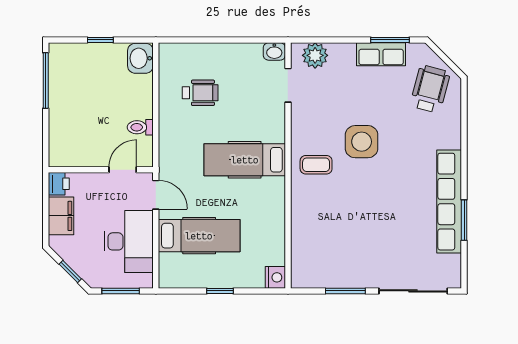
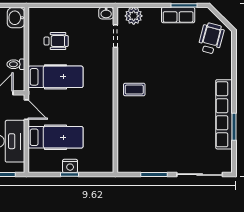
side table: (362, 142) -> (165, 74), removed
hospital bed: (245, 160) -> (55, 77), moved, turned 180
nightstand: (275, 277) -> (70, 166), moved, turned 90

